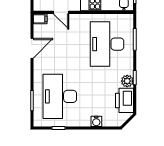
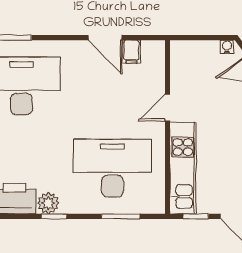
door: (61, 12) -> (167, 108), moved
filing cabinet: (40, 19) -> (131, 52), moved

